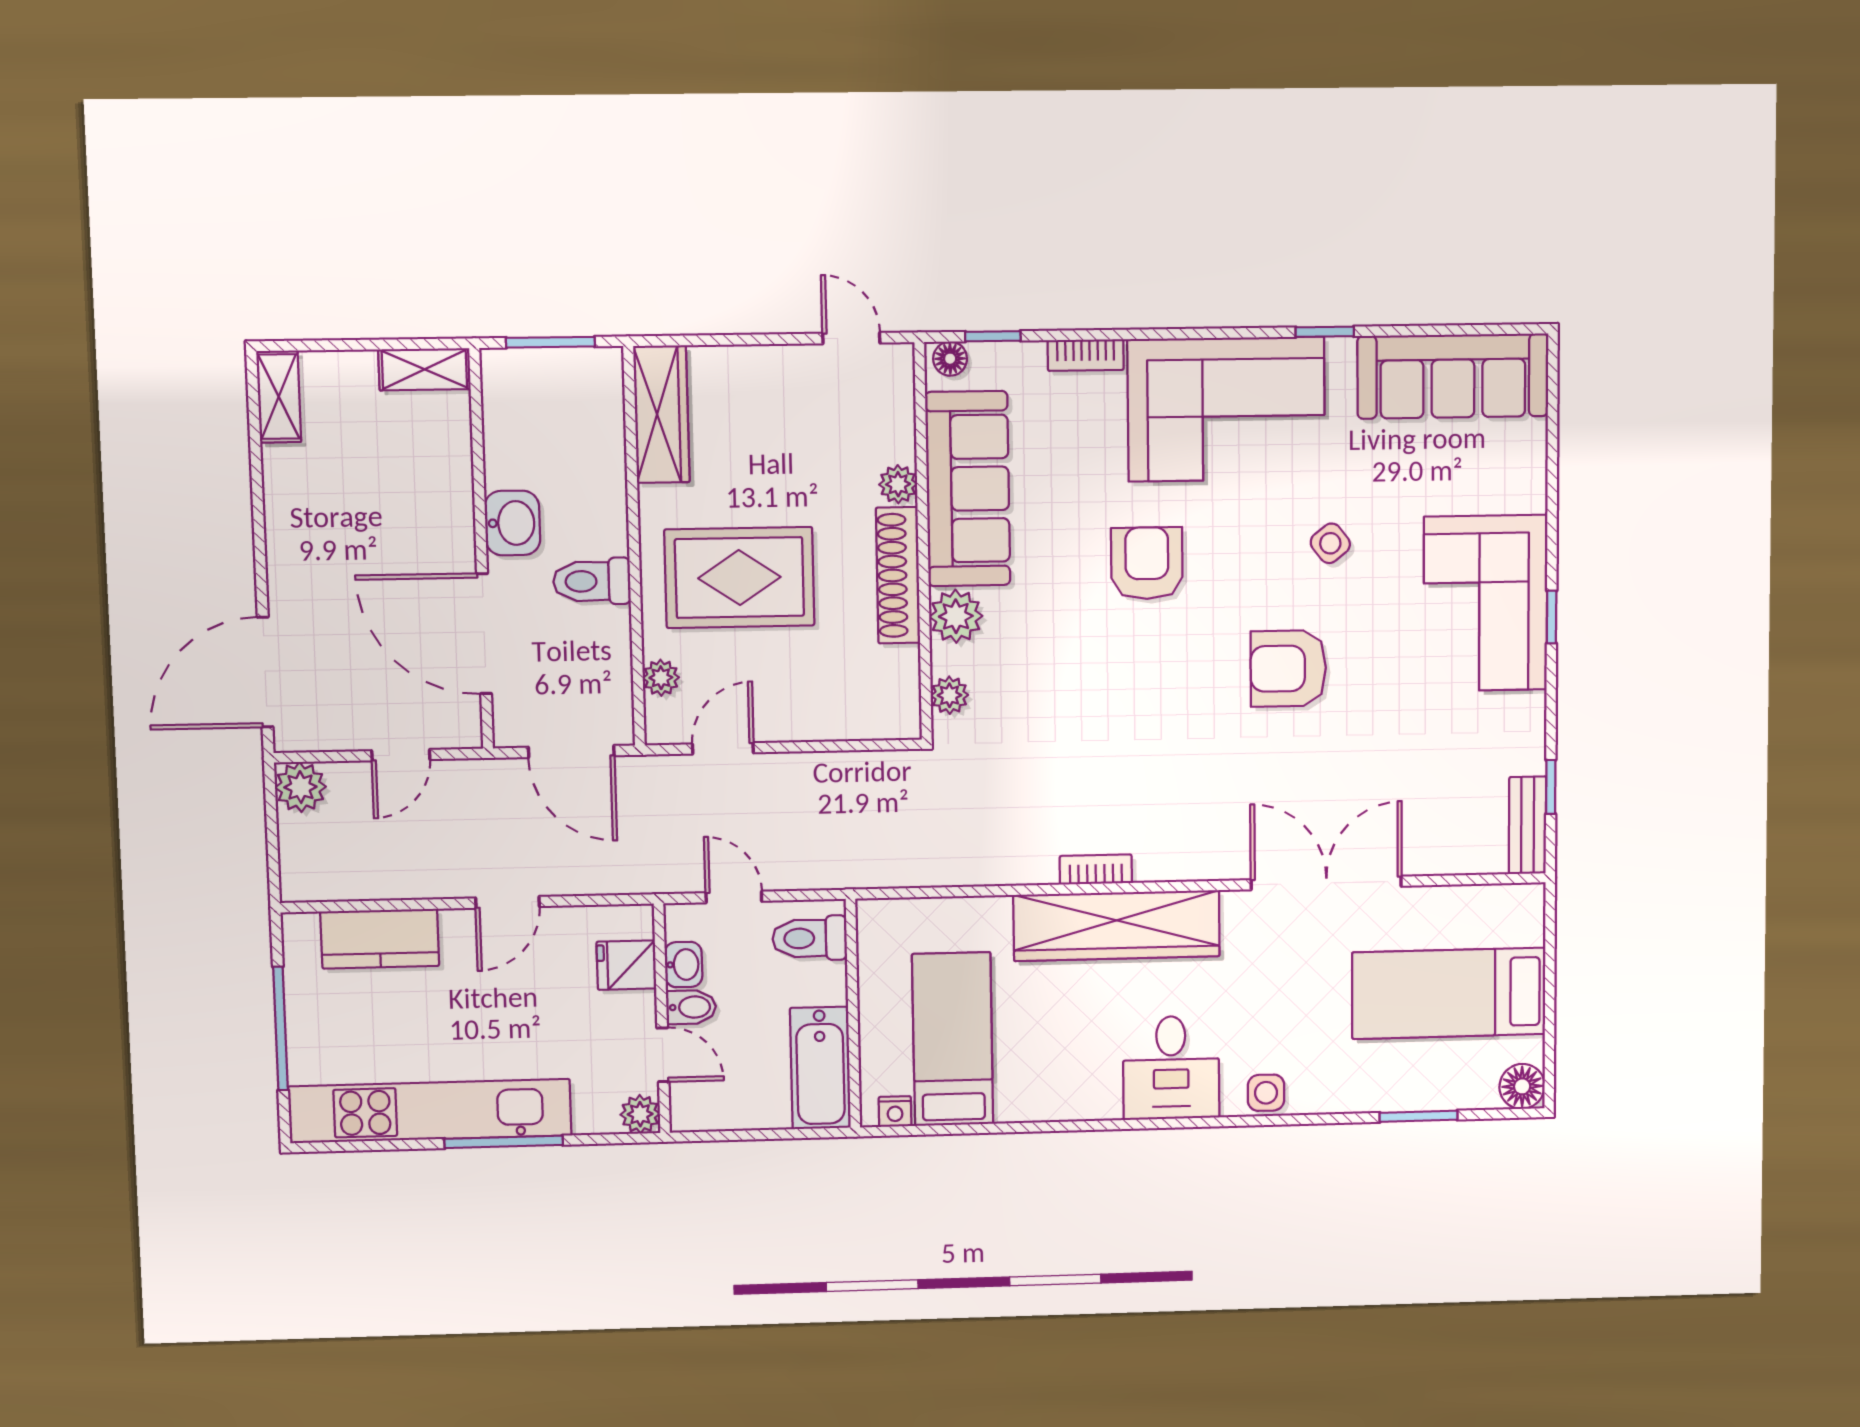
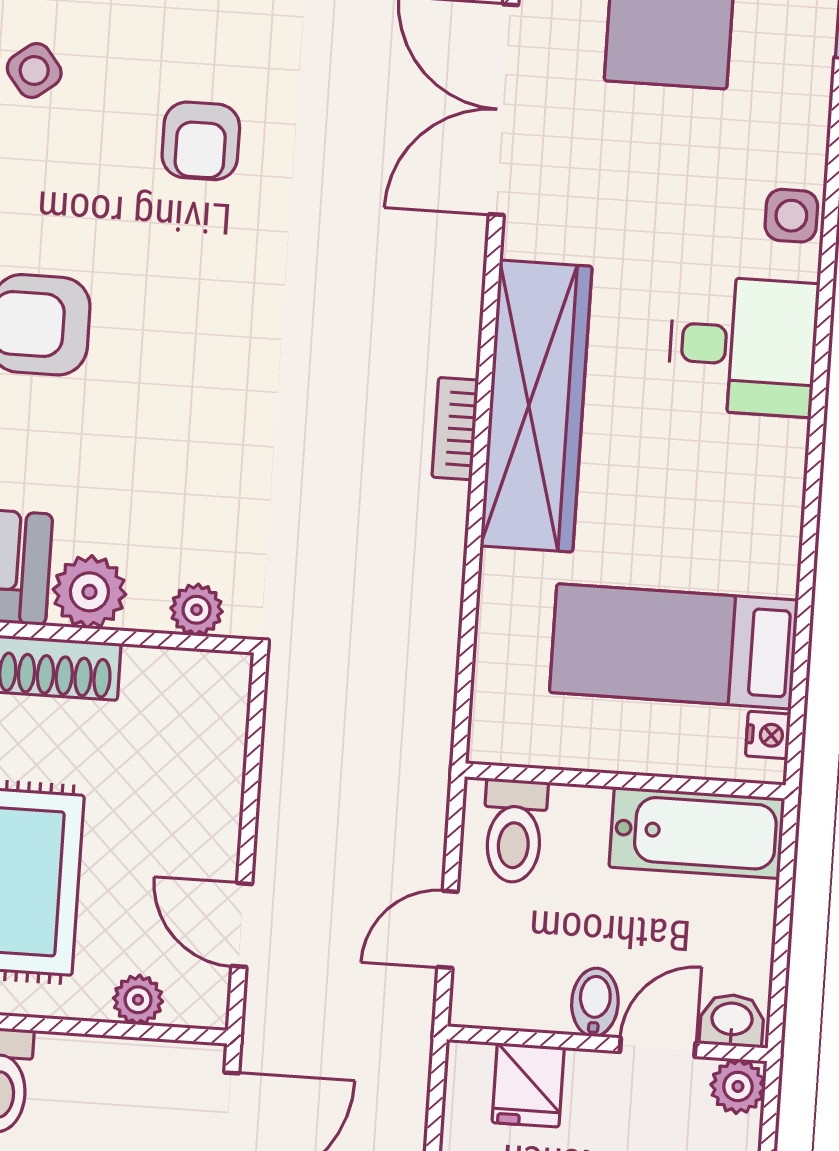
armchair: (1288, 668) -> (201, 141), width x0.72, depth x0.72
washbasin: (684, 965) -> (732, 1020), moved

